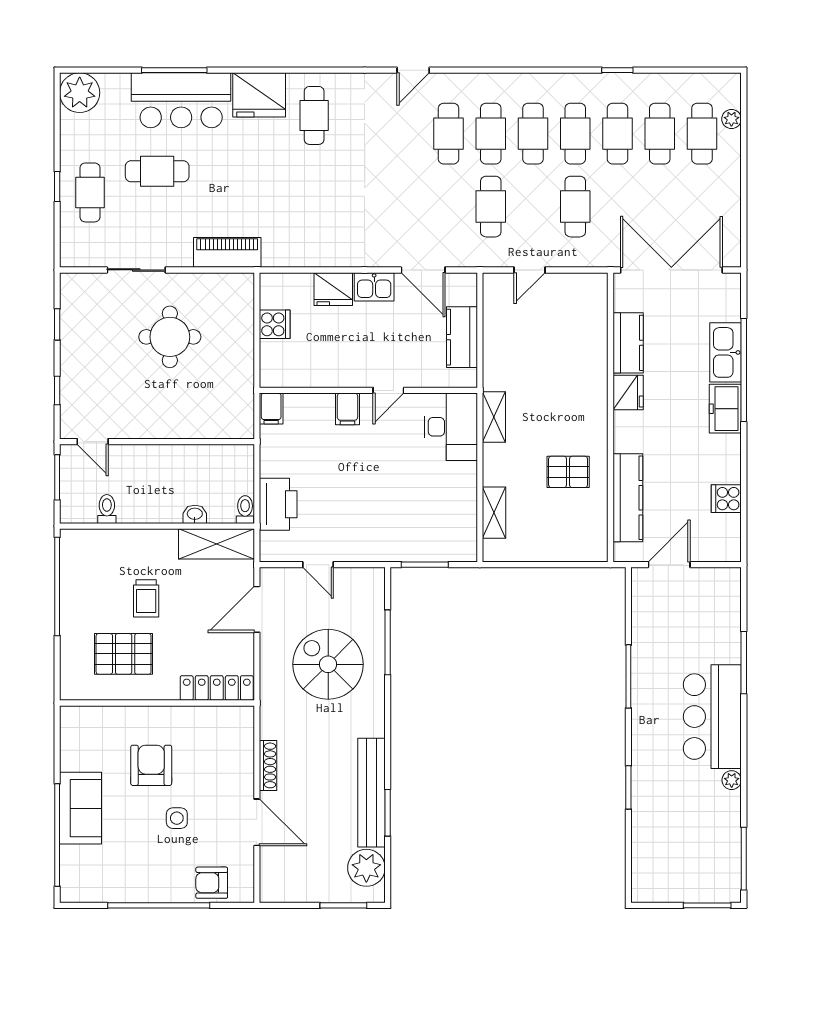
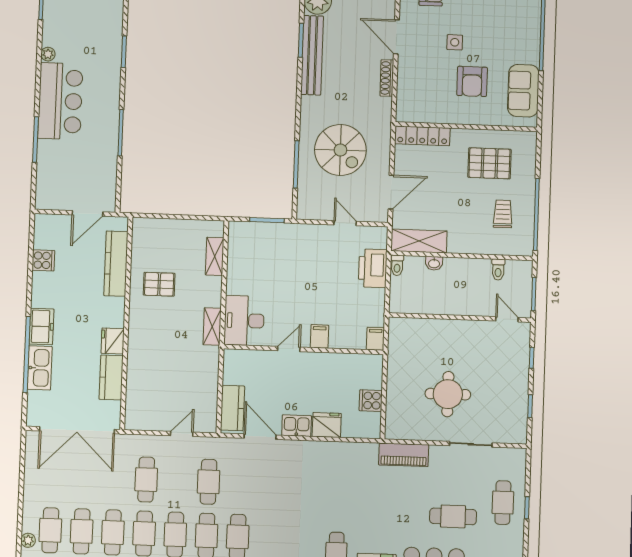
kitchen counter: (462, 337) -> (232, 408), moved
trolley: (146, 598) -> (503, 214), moved
sofa: (80, 808) -> (523, 91), moved

